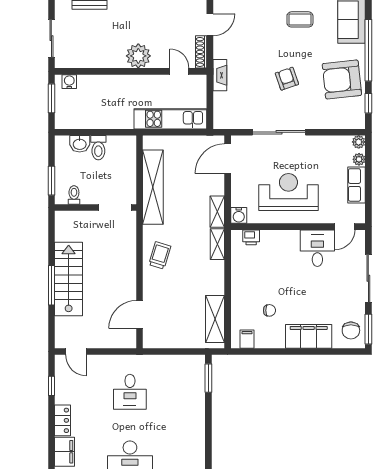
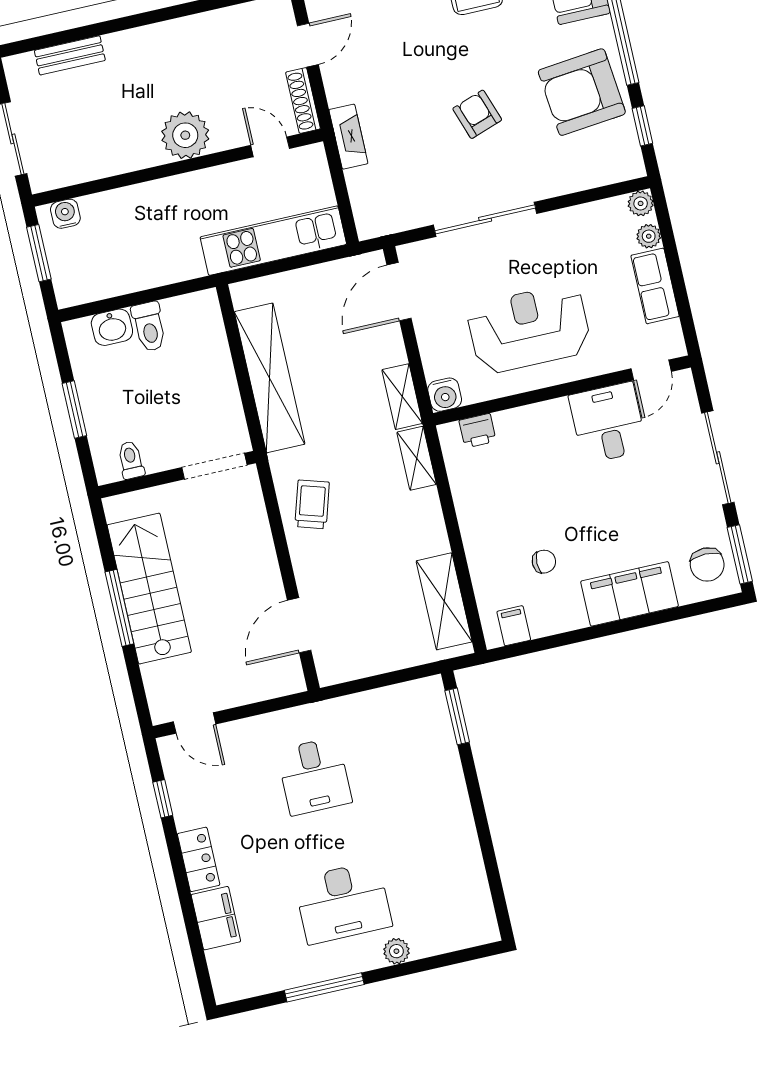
toilet: (74, 195) -> (131, 460), moved
wall: (96, 207) -> (177, 475), moved
doorway: (115, 207) -> (214, 466), moved

